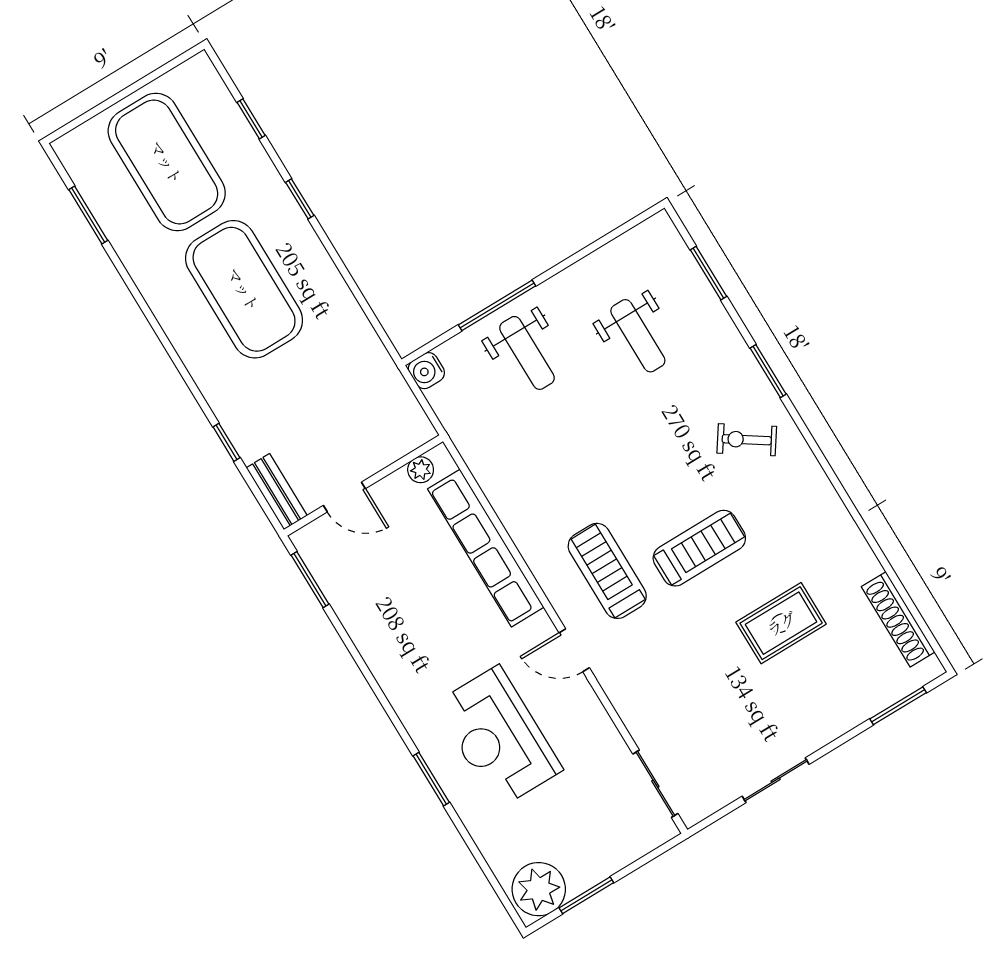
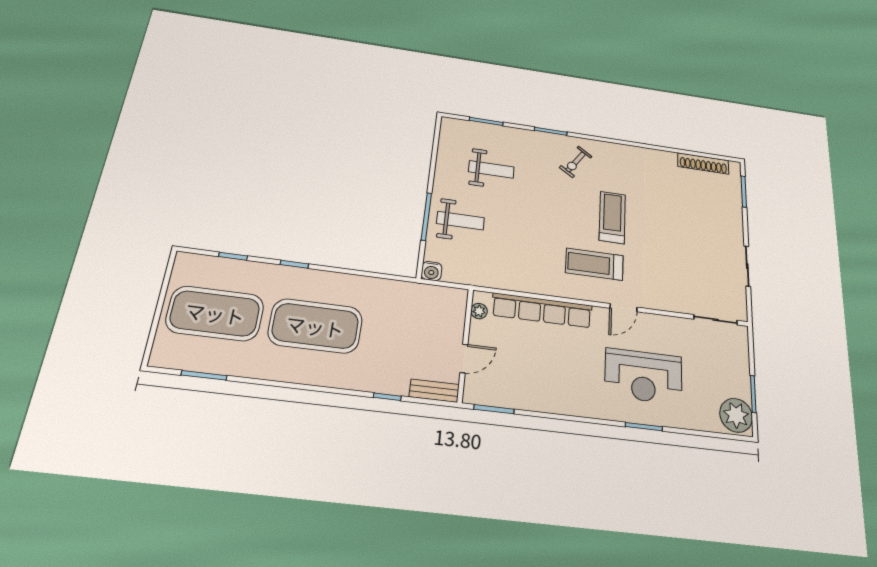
rug: (781, 623) -> (673, 210), removed

